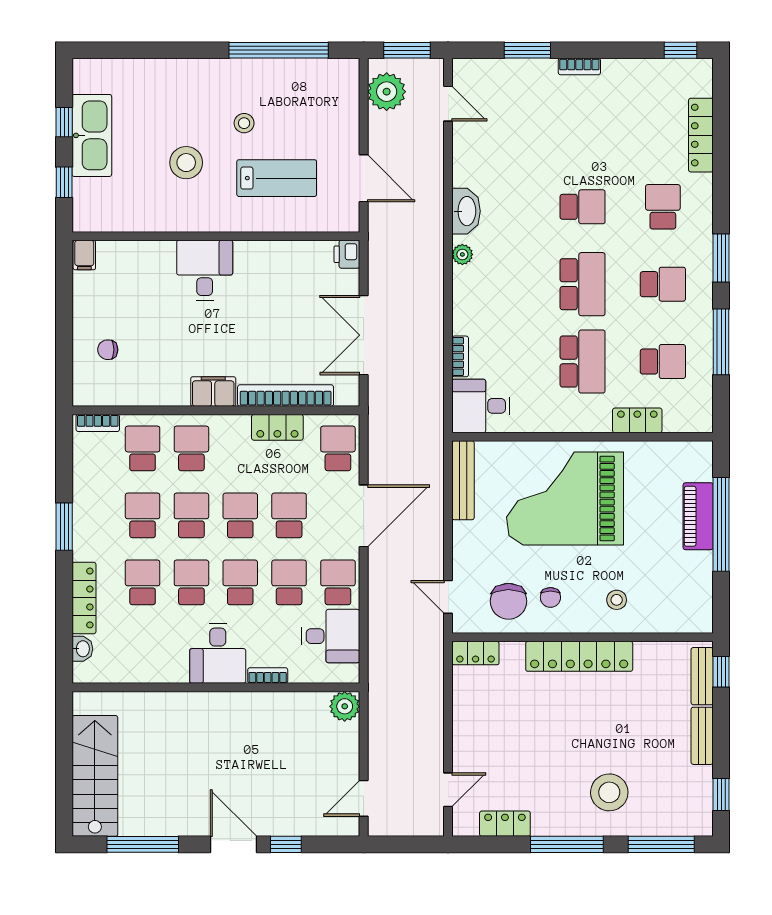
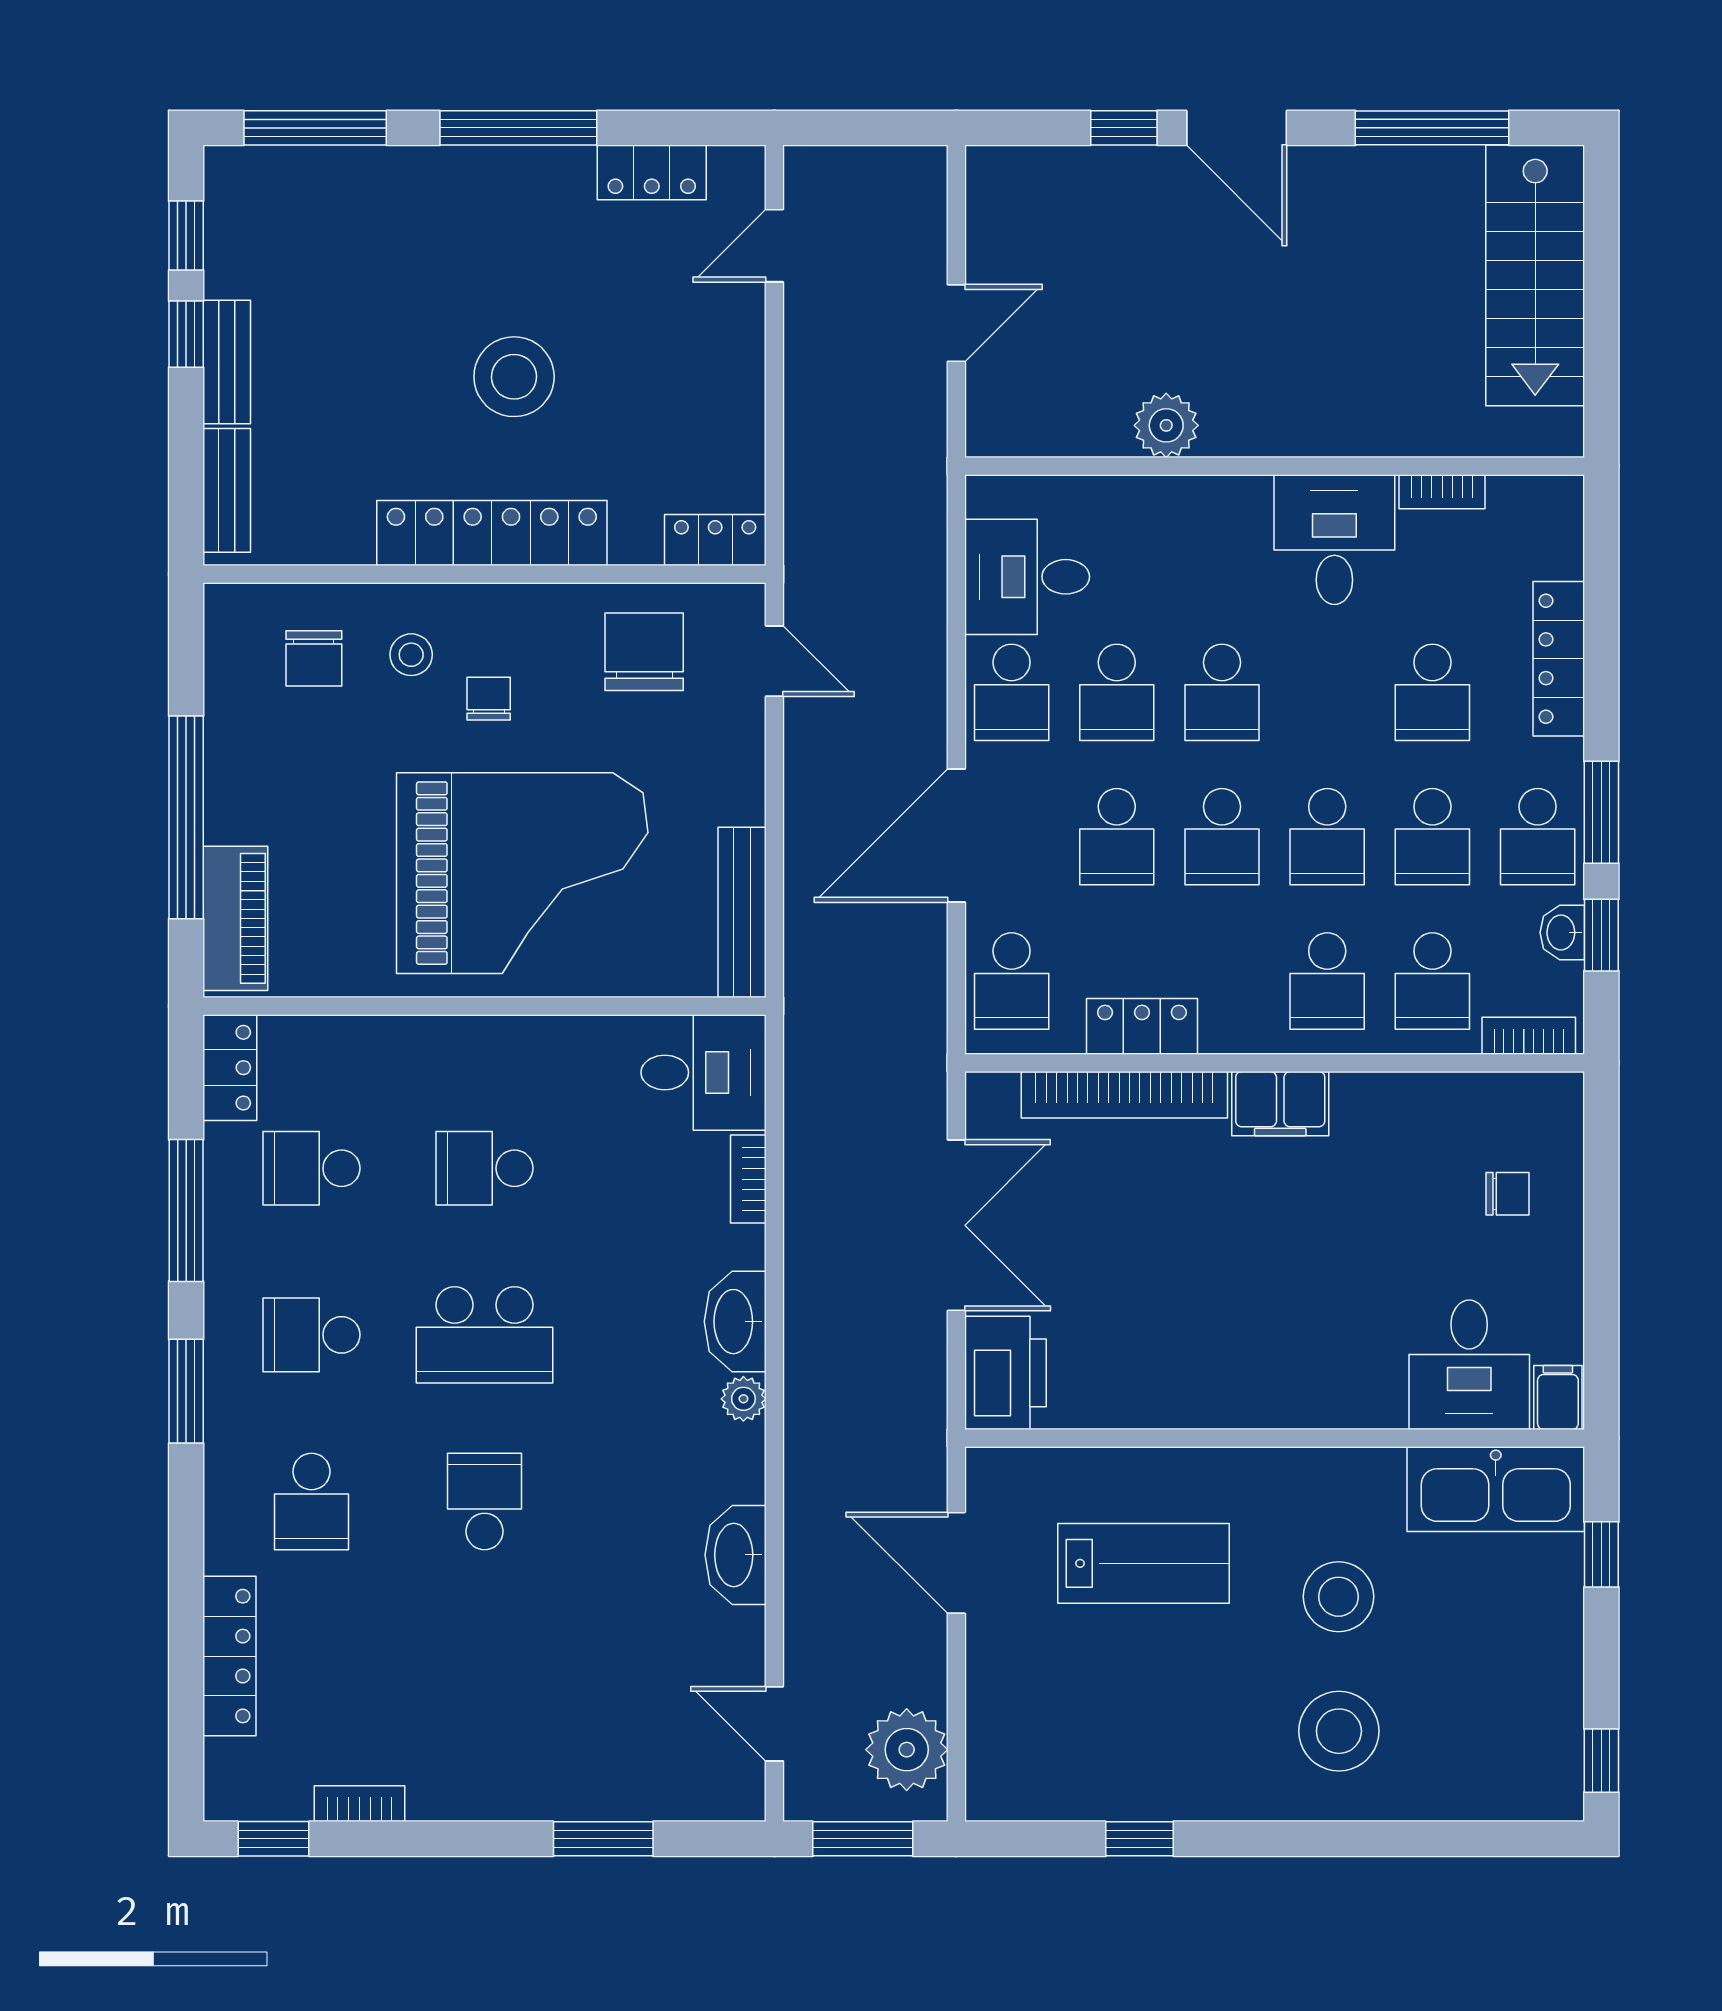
window: (279, 50) -> (1139, 1839), width x0.32
bookcase: (579, 67) -> (360, 1804), moved
window: (64, 122) -> (1601, 1761), moved
stool: (244, 123) -> (1339, 1731), moved, width x1.89, depth x1.89
kitchen sink: (92, 135) -> (1496, 1489), moved, turned -90
lab bench: (277, 178) -> (1143, 1563), turned 180
school desk: (583, 207) -> (485, 1501), turned 90
washbasin: (466, 211) -> (736, 1555), moved
printer: (347, 254) -> (1006, 1373), width x1.87, depth x1.48
desk: (205, 270) -> (1469, 1365), moved
school desk: (583, 284) -> (485, 1335), turned -90
washbasin: (466, 290) -> (735, 1322), added
school desk: (583, 361) -> (485, 1168), width x0.54
locker: (637, 420) -> (230, 1068), moved, turned -90
window: (64, 470) -> (1601, 935), added
piano: (698, 516) -> (235, 918), moved
school desk: (191, 582) -> (1538, 837), moved
chair: (550, 597) -> (489, 699), moved
chair: (662, 598) -> (314, 658), added
washbasin: (82, 649) -> (1562, 933), moved
desk: (218, 653) -> (1334, 540), moved
window: (721, 672) -> (186, 334), moved
bookcase: (268, 676) -> (1442, 492), moved
plant: (345, 706) -> (1166, 425), moved
stool: (609, 792) -> (514, 377), moved
door: (364, 798) -> (956, 323), moved

